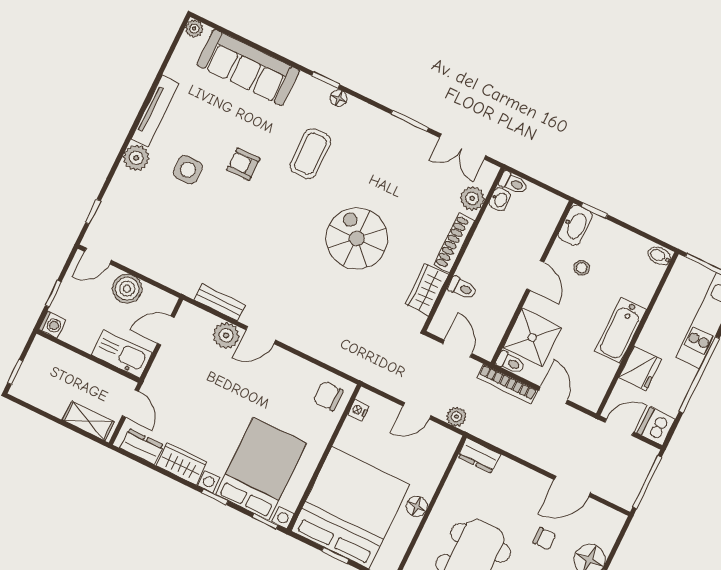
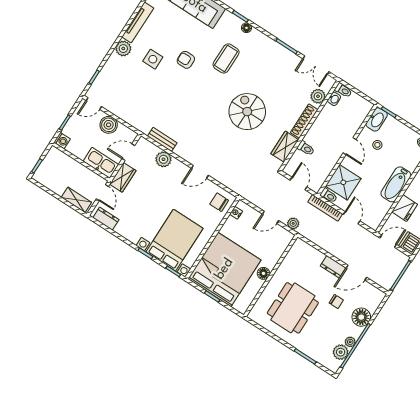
door: (261, 335) -> (200, 172), moved
dresser: (479, 456) -> (333, 267), moved
wardrobe: (182, 464) -> (123, 177), moved, turned 90

